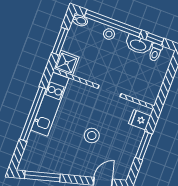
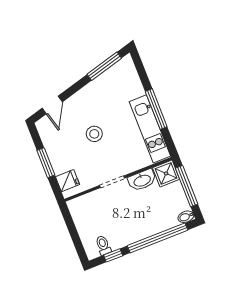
stool: (109, 34) -> (153, 227), removed
window: (60, 41) -> (187, 186), width x1.44
washbasin: (138, 45) -> (142, 180), moved, turned 180
window: (33, 114) -> (156, 109), width x0.68

